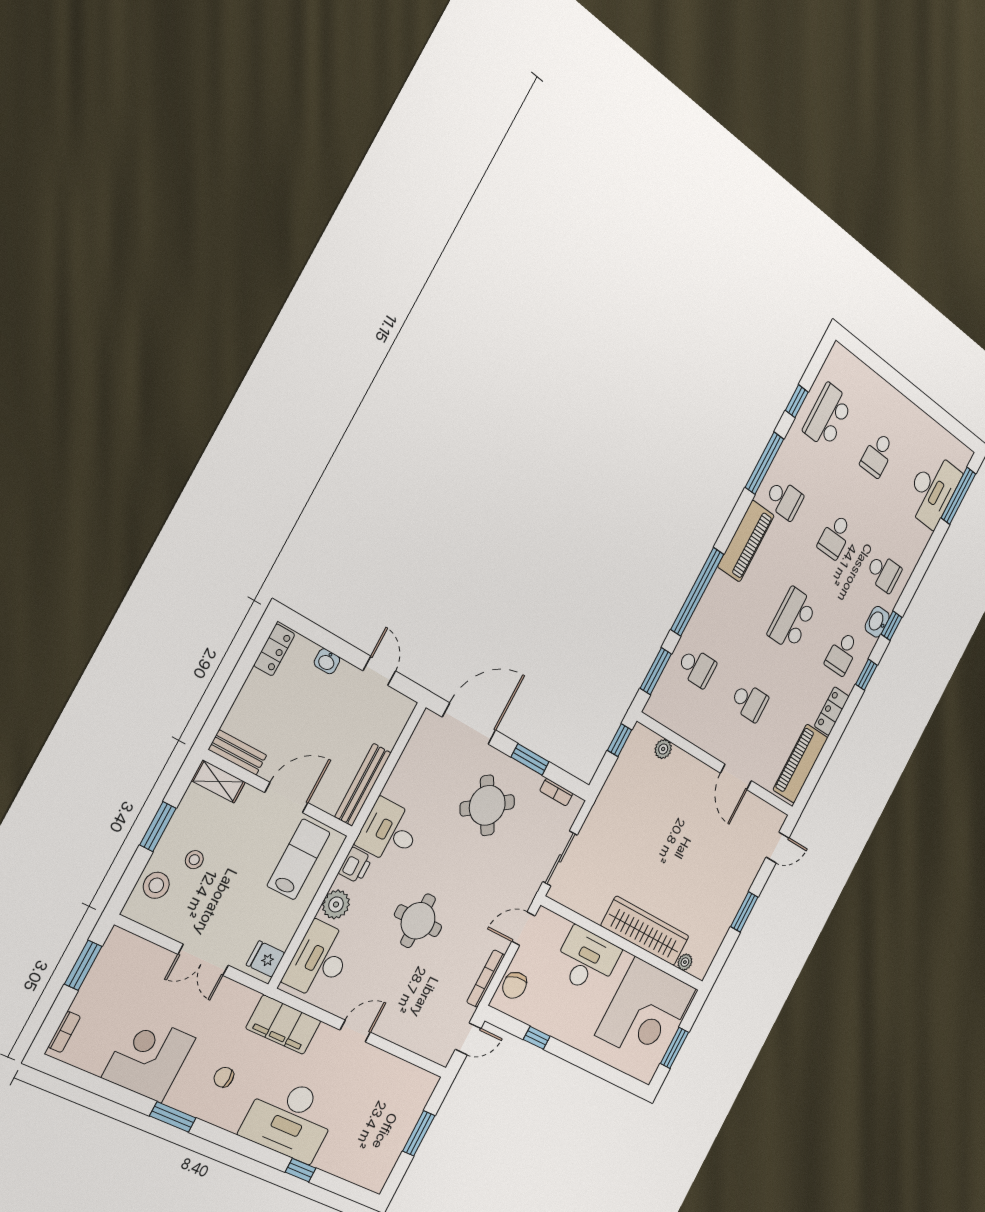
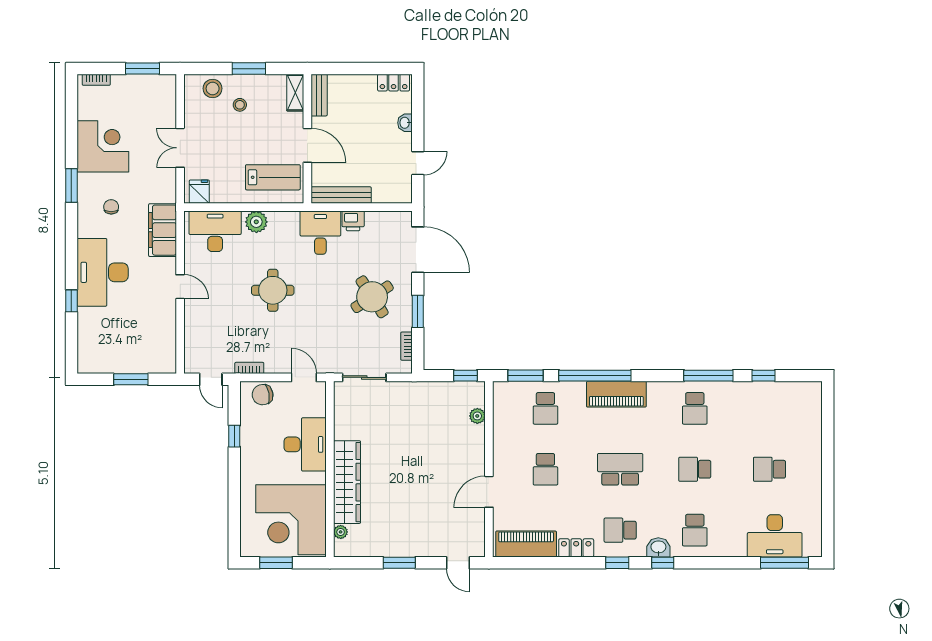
school desk: (828, 416) -> (769, 408), removed
piano: (746, 541) -> (616, 394), moved
printer: (355, 865) -> (353, 221), moved
bookcase: (486, 978) -> (249, 368), width x0.64

